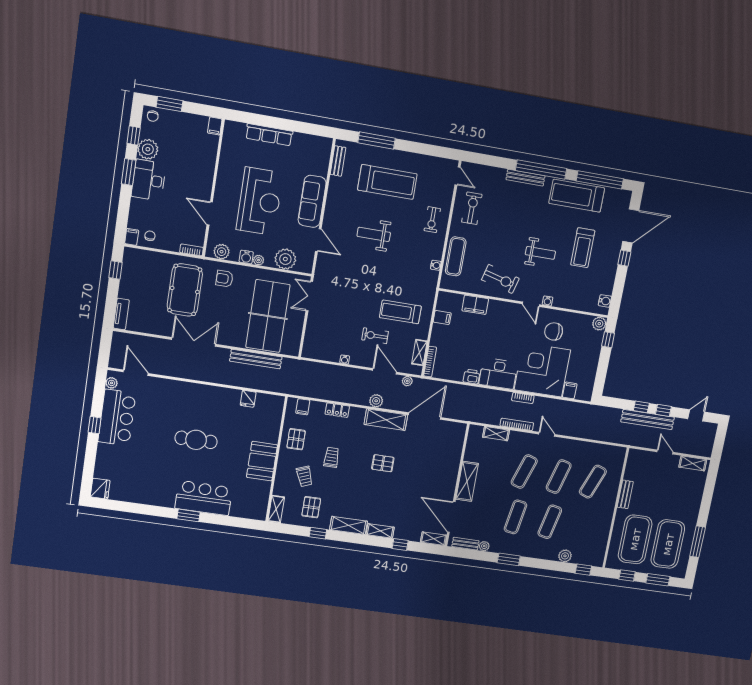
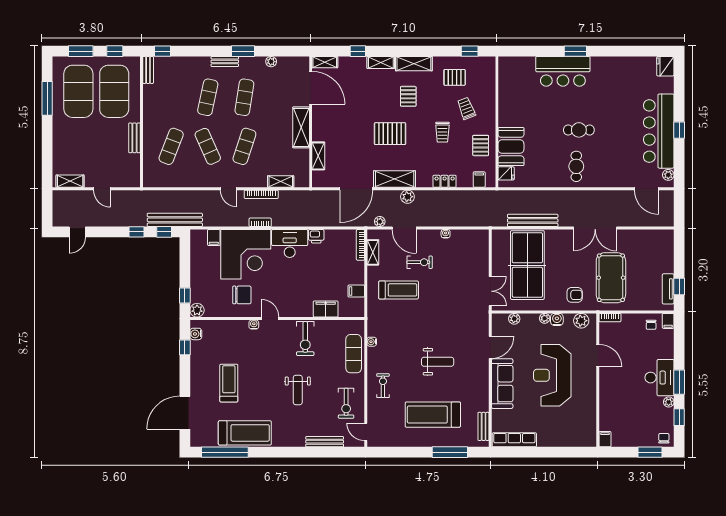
row of seats: (269, 135) -> (514, 440), moved
plant: (148, 149) -> (669, 402), width x0.53, depth x0.53
window: (541, 169) -> (285, 452), removed
bench: (525, 178) -> (325, 442), moved
door: (318, 240) -> (490, 347), swing flipped
weight bench: (540, 253) -> (298, 390), moved, turned -90
window: (624, 258) -> (185, 347), moved
plant: (285, 259) -> (514, 319), width x0.53, depth x0.53
exercise bike: (500, 279) -> (305, 339), turned -105
tv unit: (121, 314) -> (668, 289), moved
fridge: (248, 399) -> (506, 173), moved, turned 90
cafe table: (204, 405) -> (576, 166), added
window: (663, 410) -> (164, 232), moved
bar counter: (117, 417) -> (659, 131), width x1.36
bench: (648, 420) -> (175, 220), moved
cafe table: (196, 440) -> (579, 130), width x0.73, depth x0.74
booth: (262, 461) -> (511, 147), moved
pallet: (383, 463) -> (390, 134), width x1.50, depth x1.42
exercise mat: (559, 477) -> (208, 146), turned -39
pallet: (359, 496) -> (408, 96), added
pallet: (311, 507) -> (455, 77), turned 90
shelving: (276, 509) -> (318, 156), moved
window: (318, 533) -> (470, 51), moved
bench: (465, 544) -> (225, 61), moved
bench: (600, 554) -> (148, 70), added
plant: (565, 556) -> (185, 63), removed

